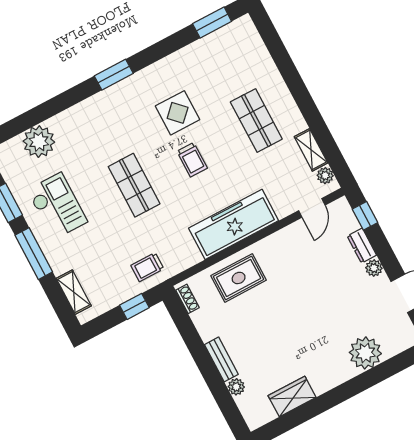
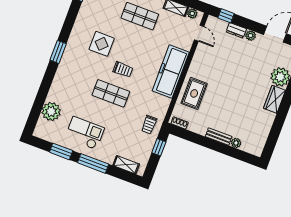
trolley: (192, 160) -> (123, 69), moved
wardrobe: (292, 396) -> (274, 99), moved

